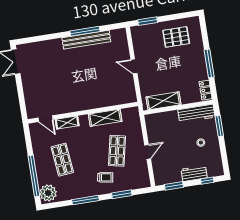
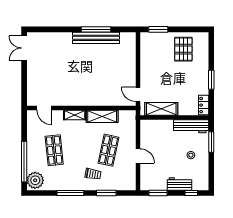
pallet: (176, 37) -> (183, 49), turned 90
window: (209, 63) -> (211, 80), width x0.69
door: (134, 66) -> (138, 94), moved
shelving: (67, 123) -> (75, 115), moved
door: (148, 152) -> (138, 156), hinge flipped

